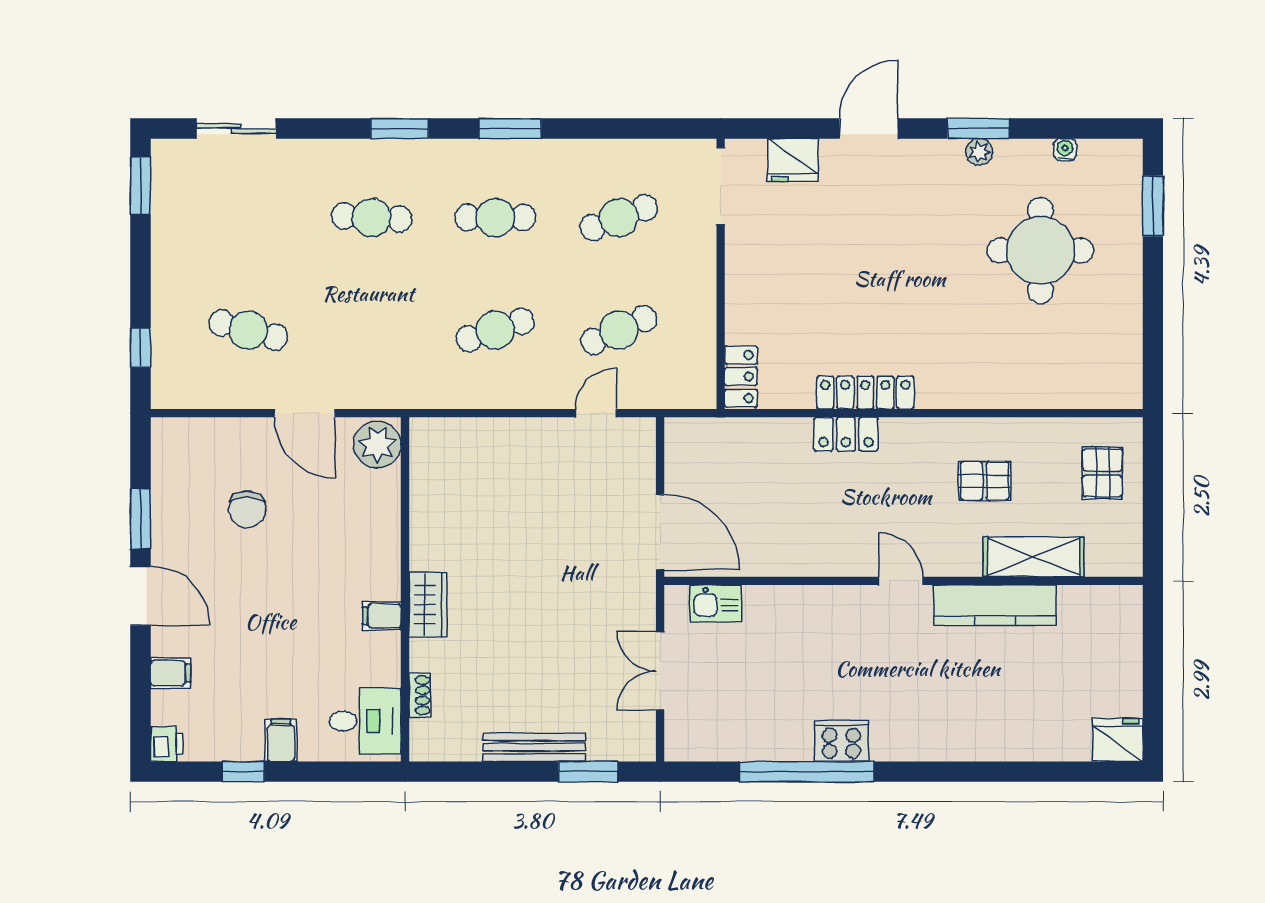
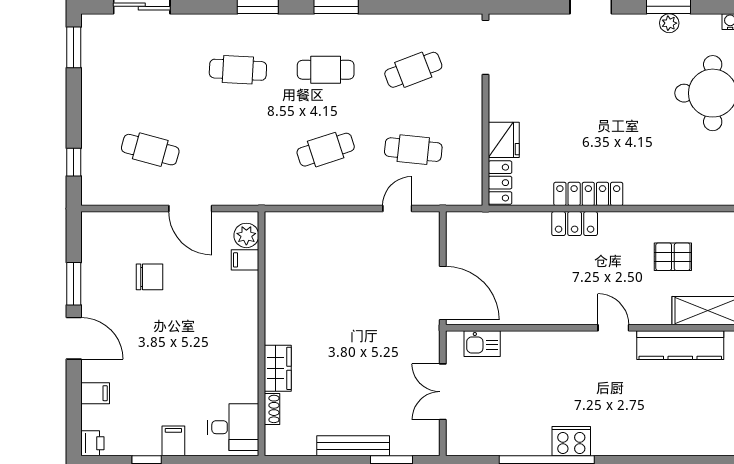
fridge: (793, 160) -> (504, 140), moved, turned -90
cafe table: (619, 330) -> (413, 150), turned 30
plant: (377, 445) -> (246, 235), width x0.73, depth x0.73
chair: (247, 509) -> (150, 277), turned -90
wardrobe: (428, 605) -> (278, 368), moved
filing cabinet: (382, 616) -> (245, 260), moved

